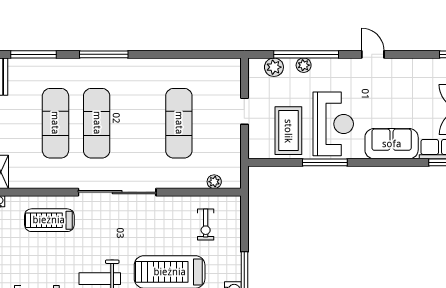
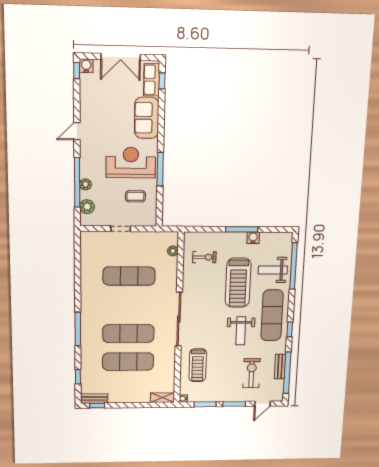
window: (34, 54) -> (78, 377), width x0.46
coffee table: (288, 131) -> (135, 196), width x0.54, depth x0.58

